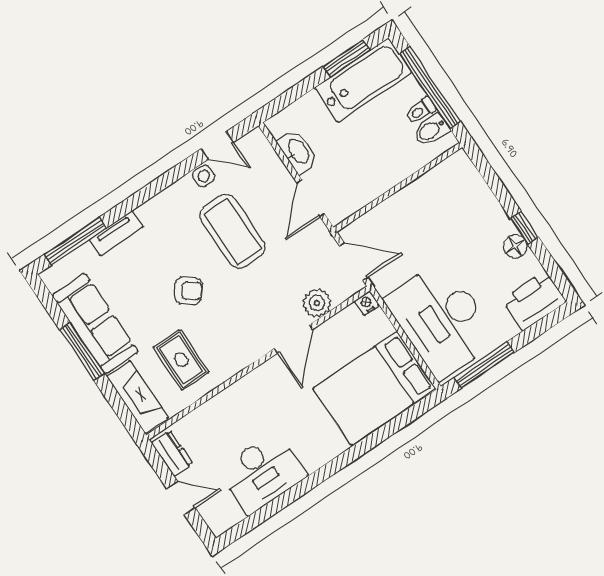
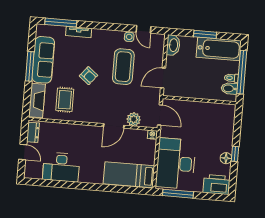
window: (347, 58) -> (205, 34), moved
washbasin: (298, 151) -> (173, 45), moved
bed: (374, 388) -> (129, 175), width x0.67

